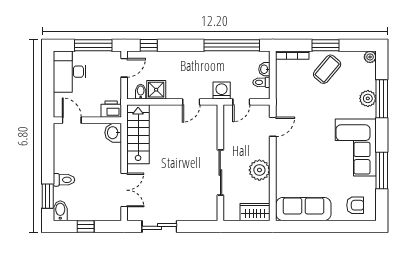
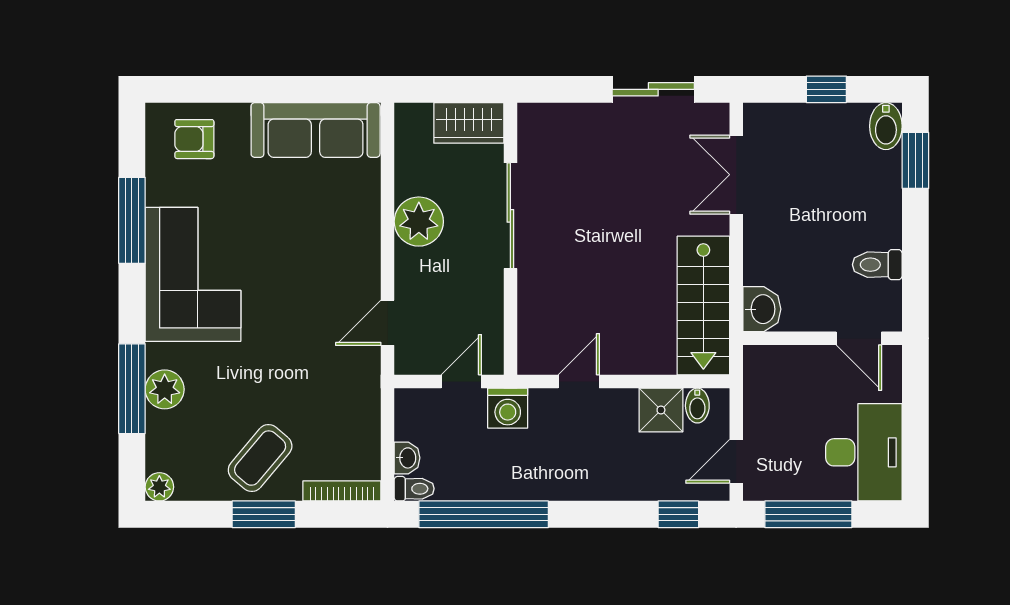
toilet: (261, 82) -> (414, 489), moved
printer: (111, 109) -> (766, 364), removed
toilet: (64, 180) -> (877, 265), moved
wardrobe: (255, 212) -> (469, 123), moved

